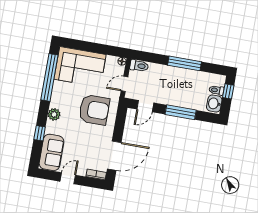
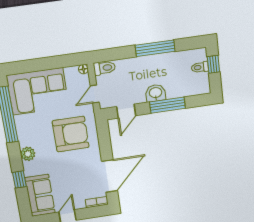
washbasin: (214, 104) -> (156, 93), moved, turned 90

